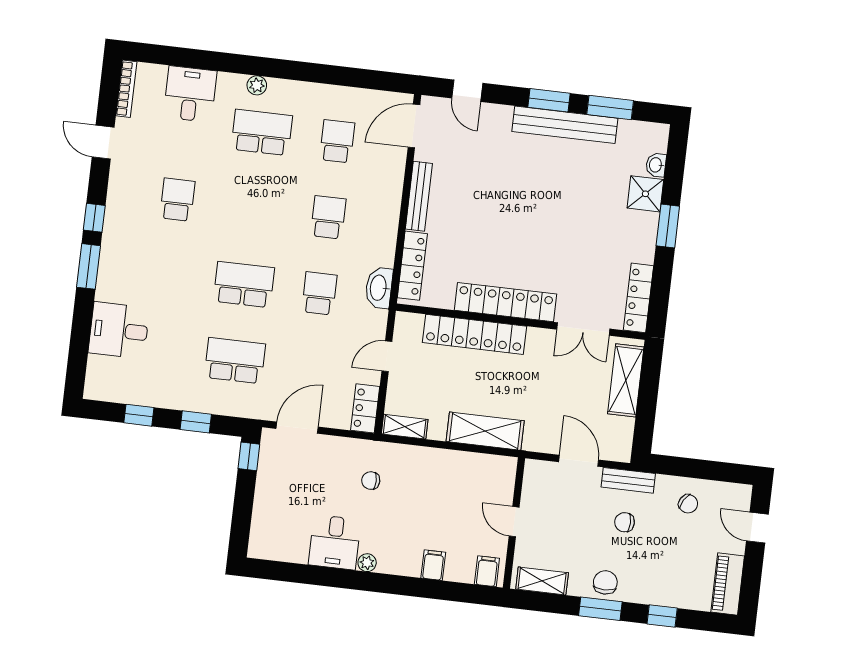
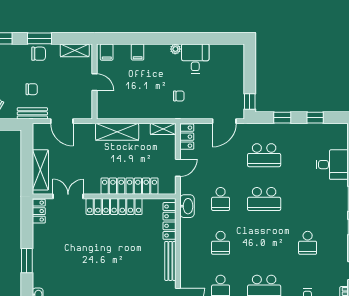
shower: (645, 194) -> (42, 277), removed
locker: (638, 298) -> (39, 211), width x0.66
chair: (605, 582) -> (39, 54), turned -90

